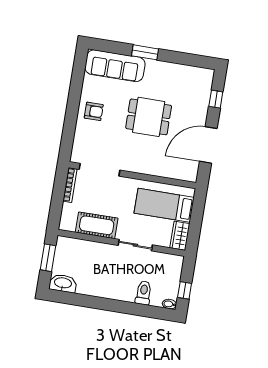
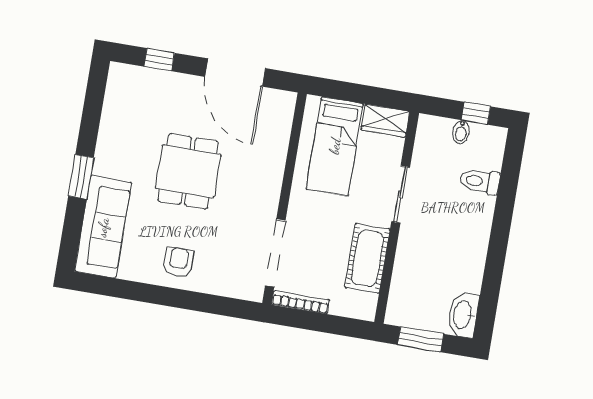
bidet: (169, 304) -> (461, 132), moved

